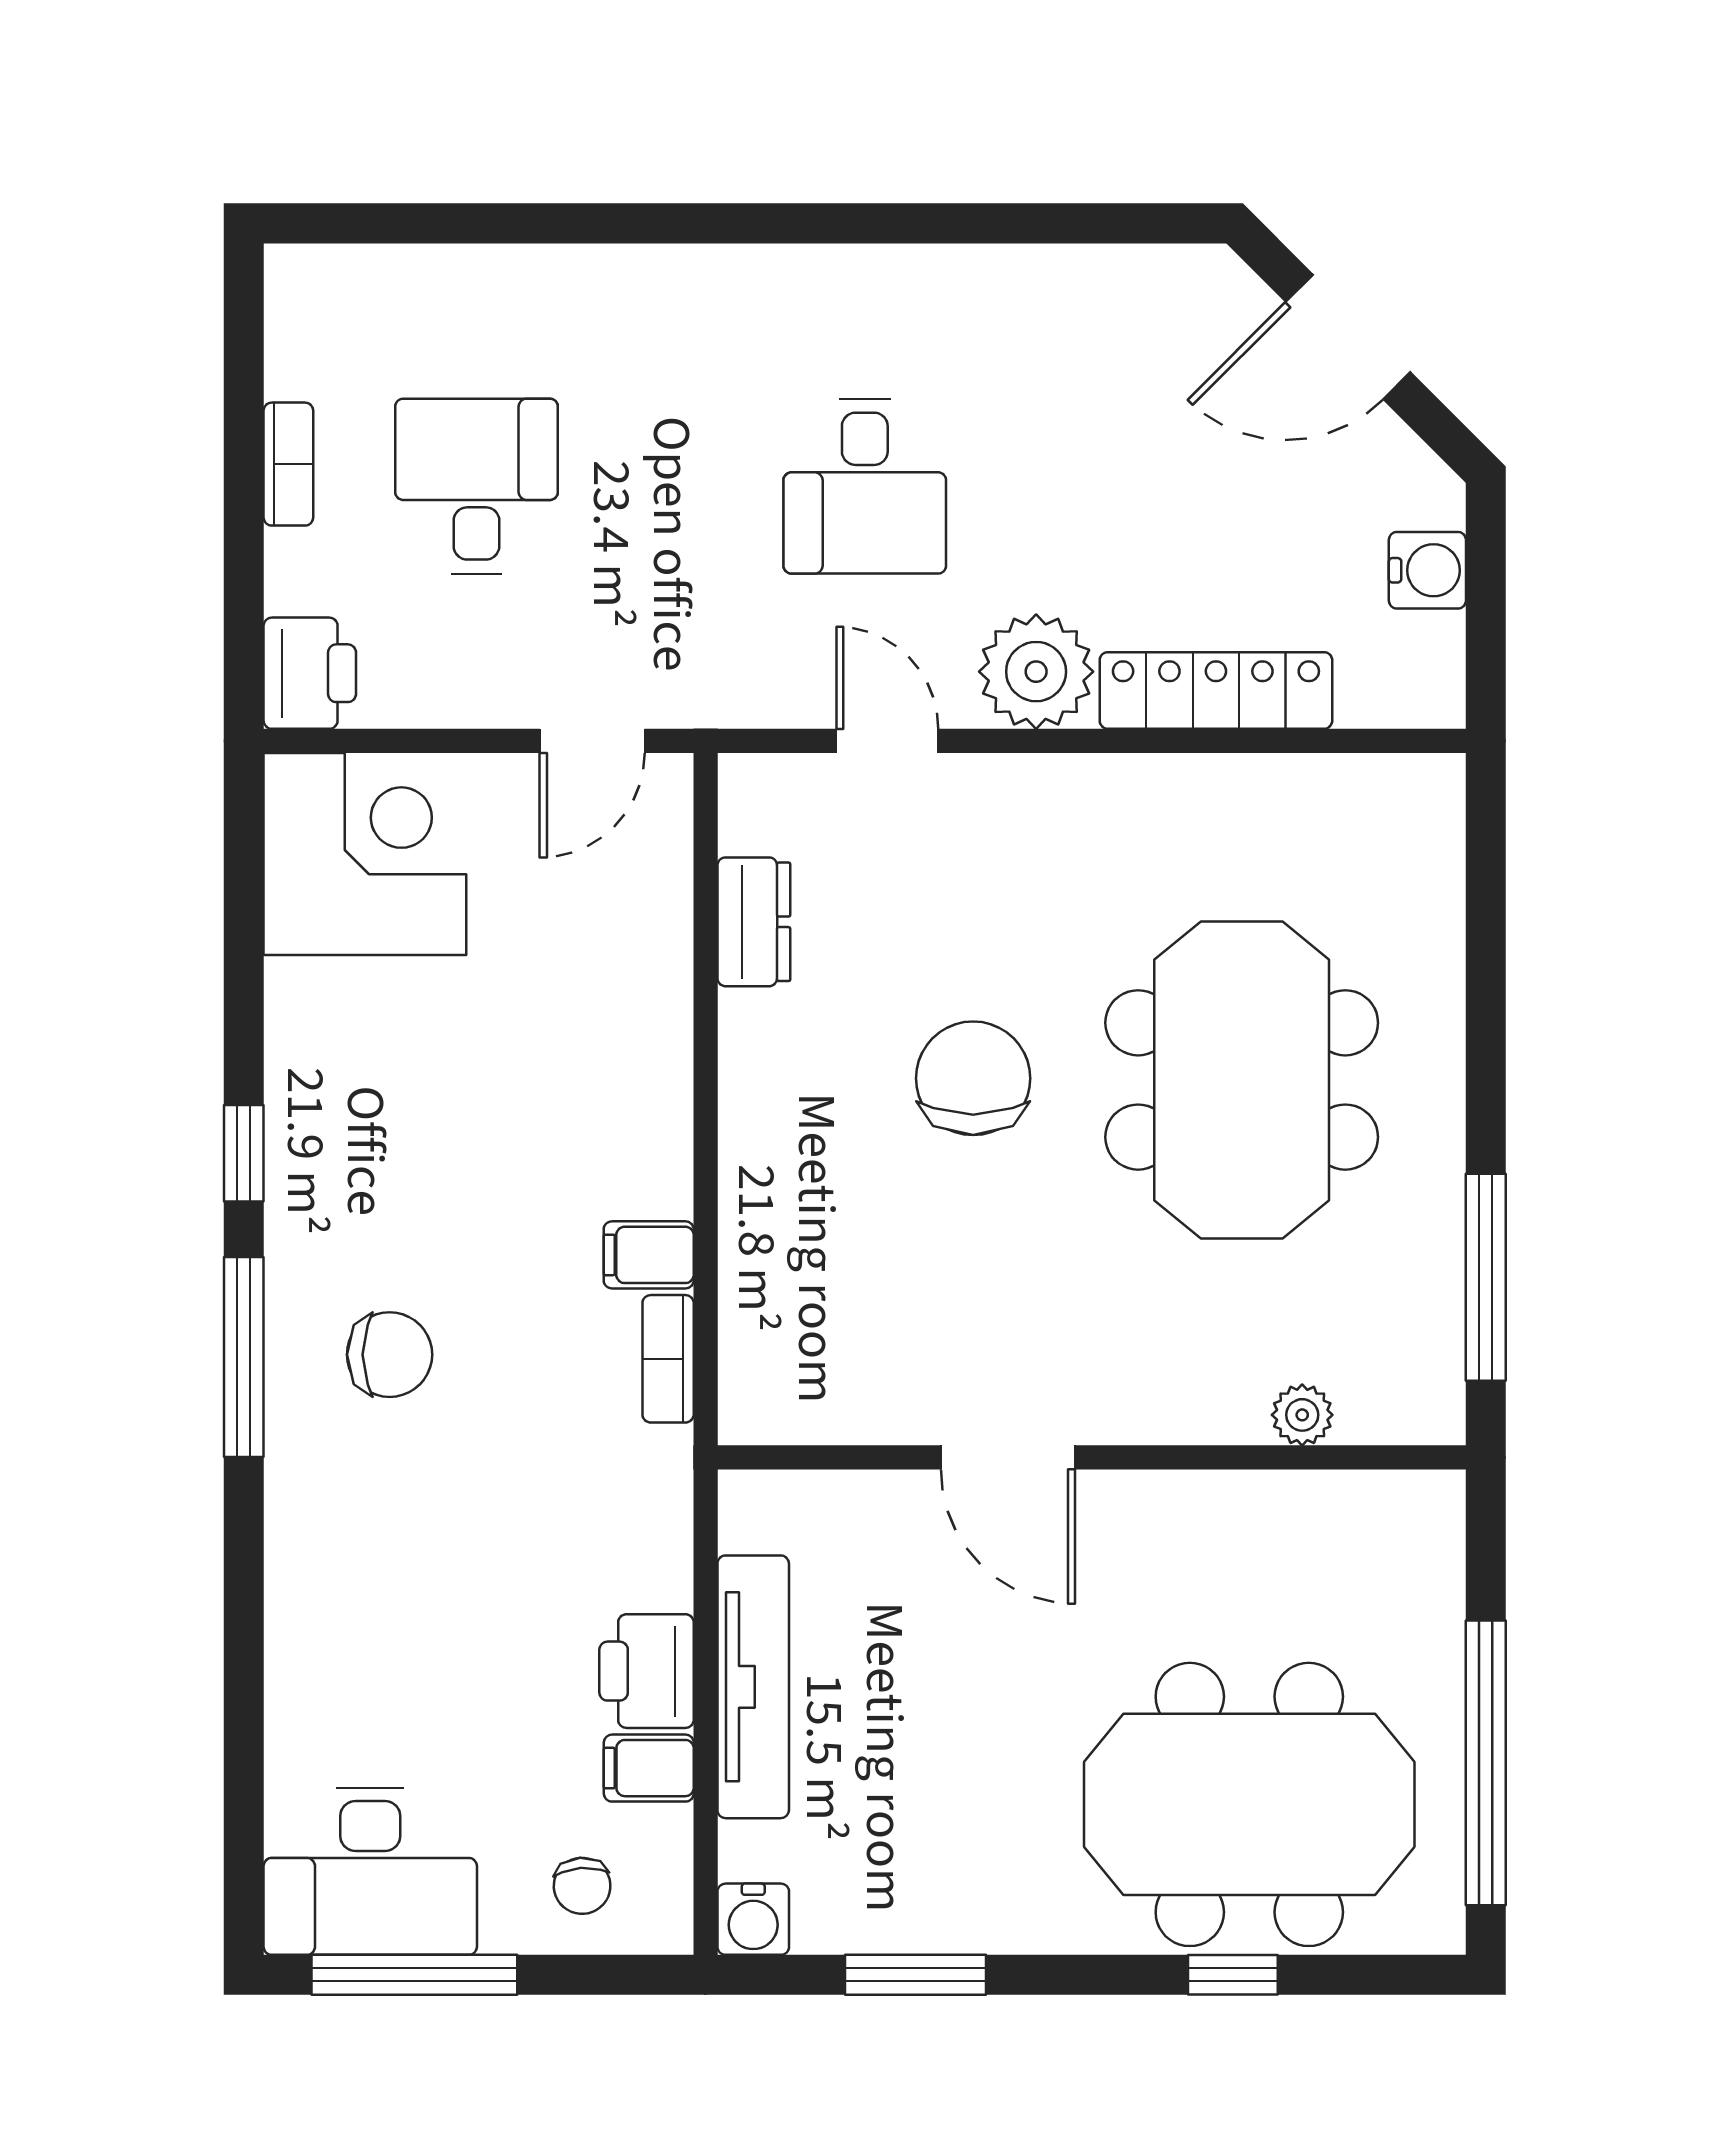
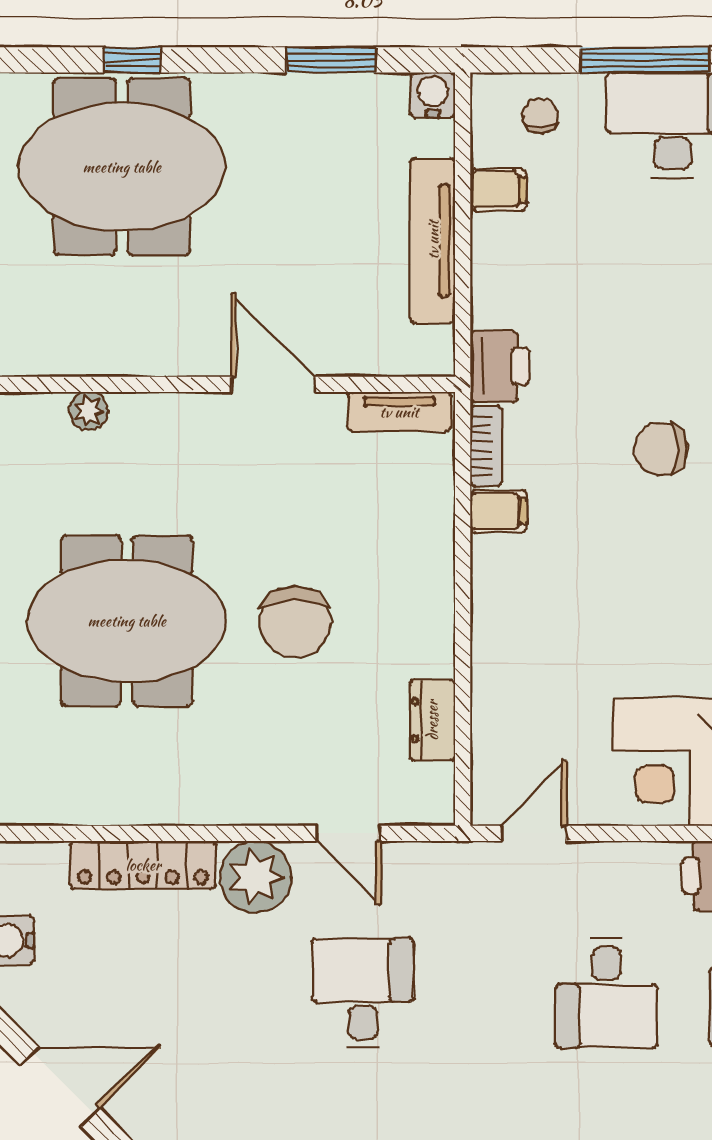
meeting table: (1242, 1080) -> (127, 621), turned 90
tv unit: (806, 1414) -> (399, 412), added
printer: (647, 1671) -> (500, 366), moved

